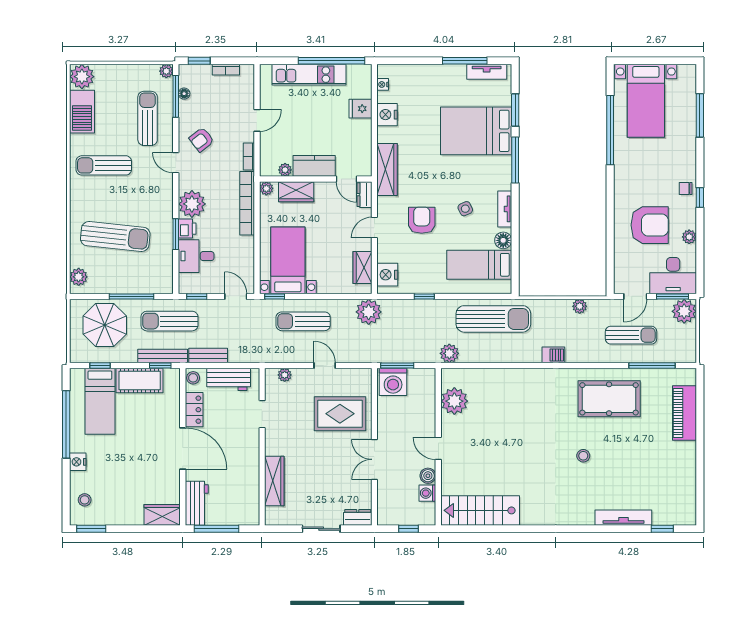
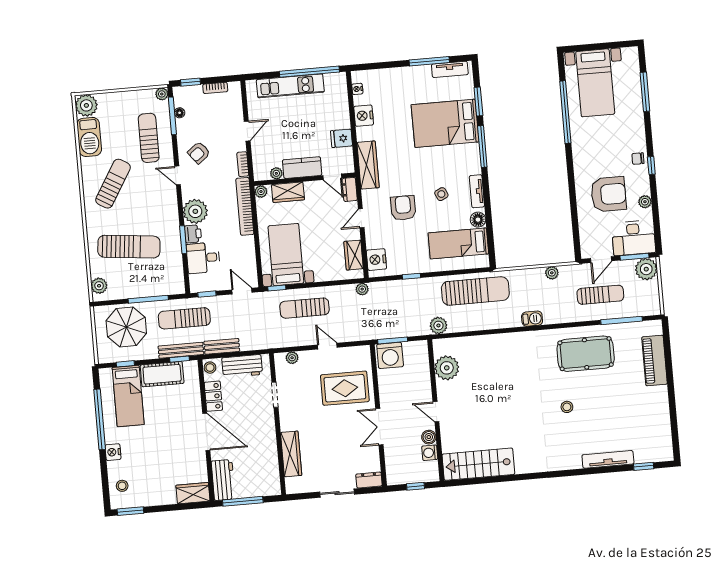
fridge: (360, 109) -> (342, 138), moved
sun lounger: (104, 165) -> (113, 184), turned 121
plant: (369, 312) -> (362, 289), width x0.53, depth x0.53

